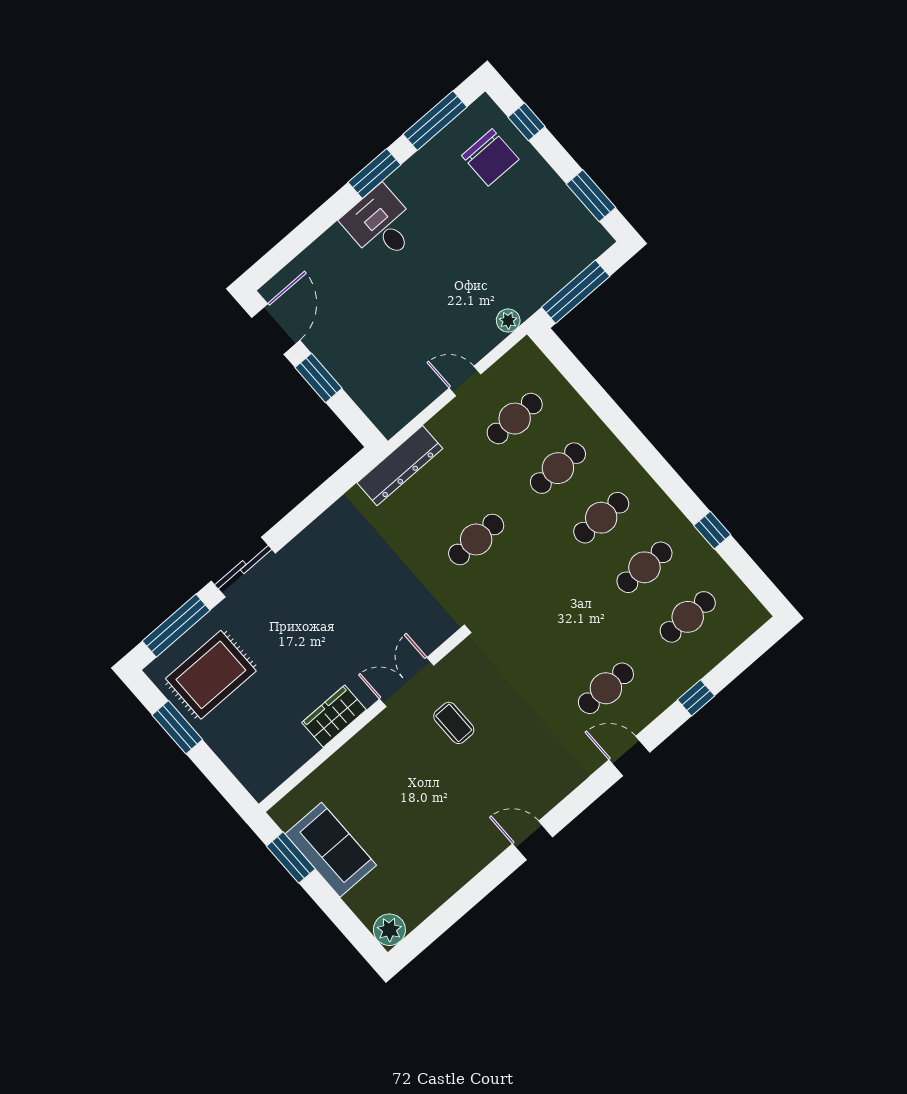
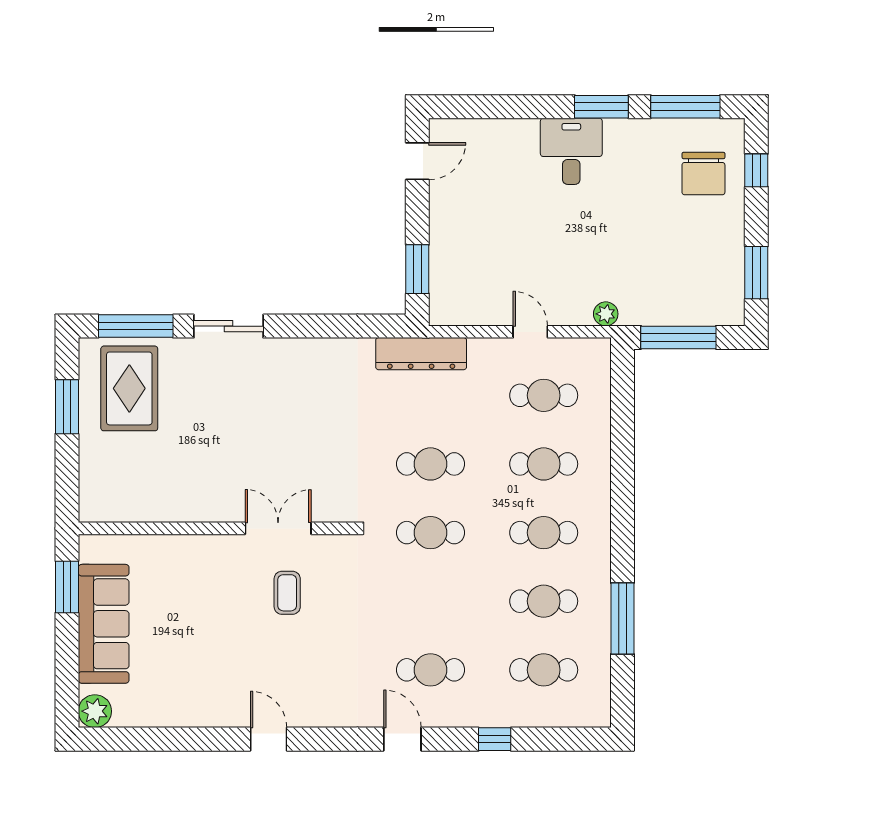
door: (276, 329) -> (417, 161), width x0.73
window: (318, 378) -> (417, 269), moved
window: (712, 530) -> (622, 618), width x2.17
cafe table: (519, 589) -> (430, 533), added
rug: (211, 675) -> (129, 388), turned 90
wardrobe: (334, 716) -> (198, 505), removed
sofa: (331, 850) -> (104, 624), width x1.36

